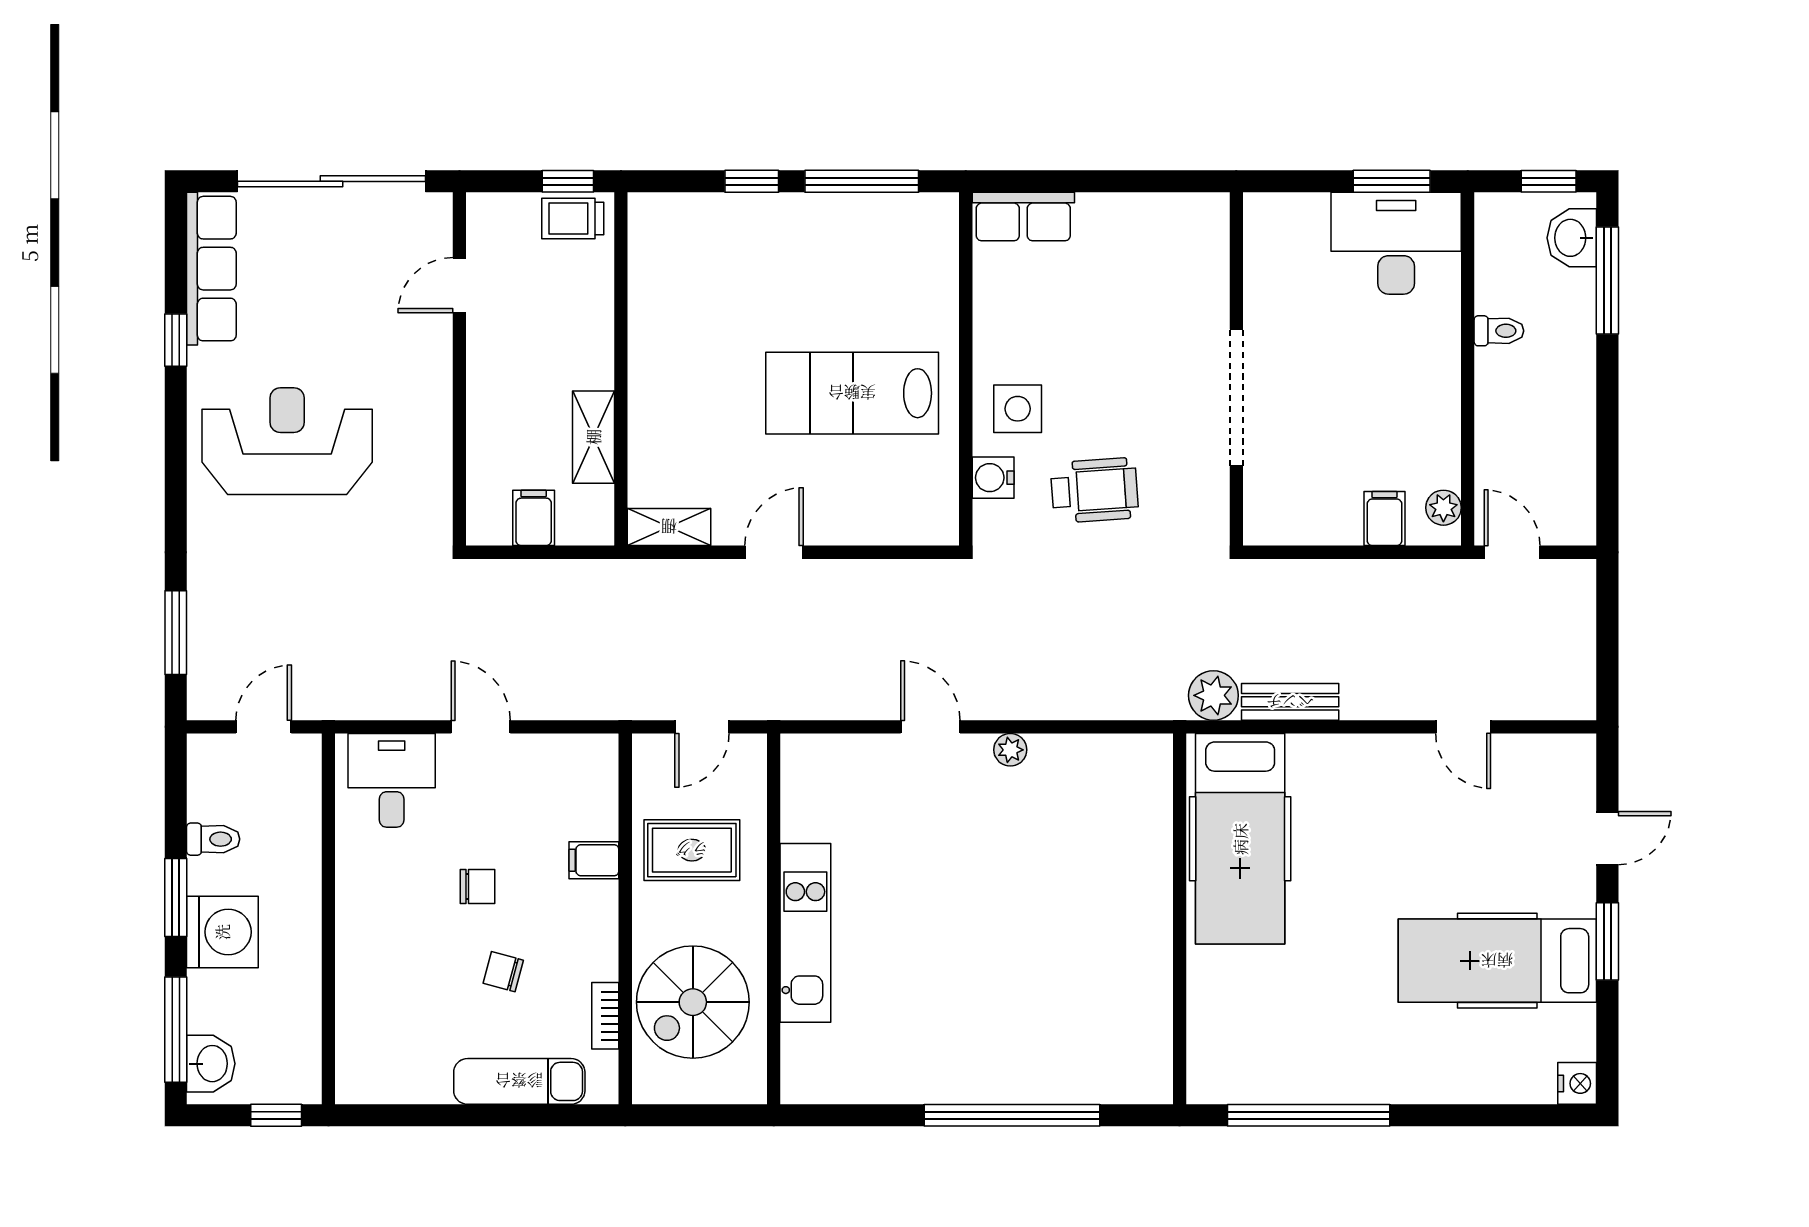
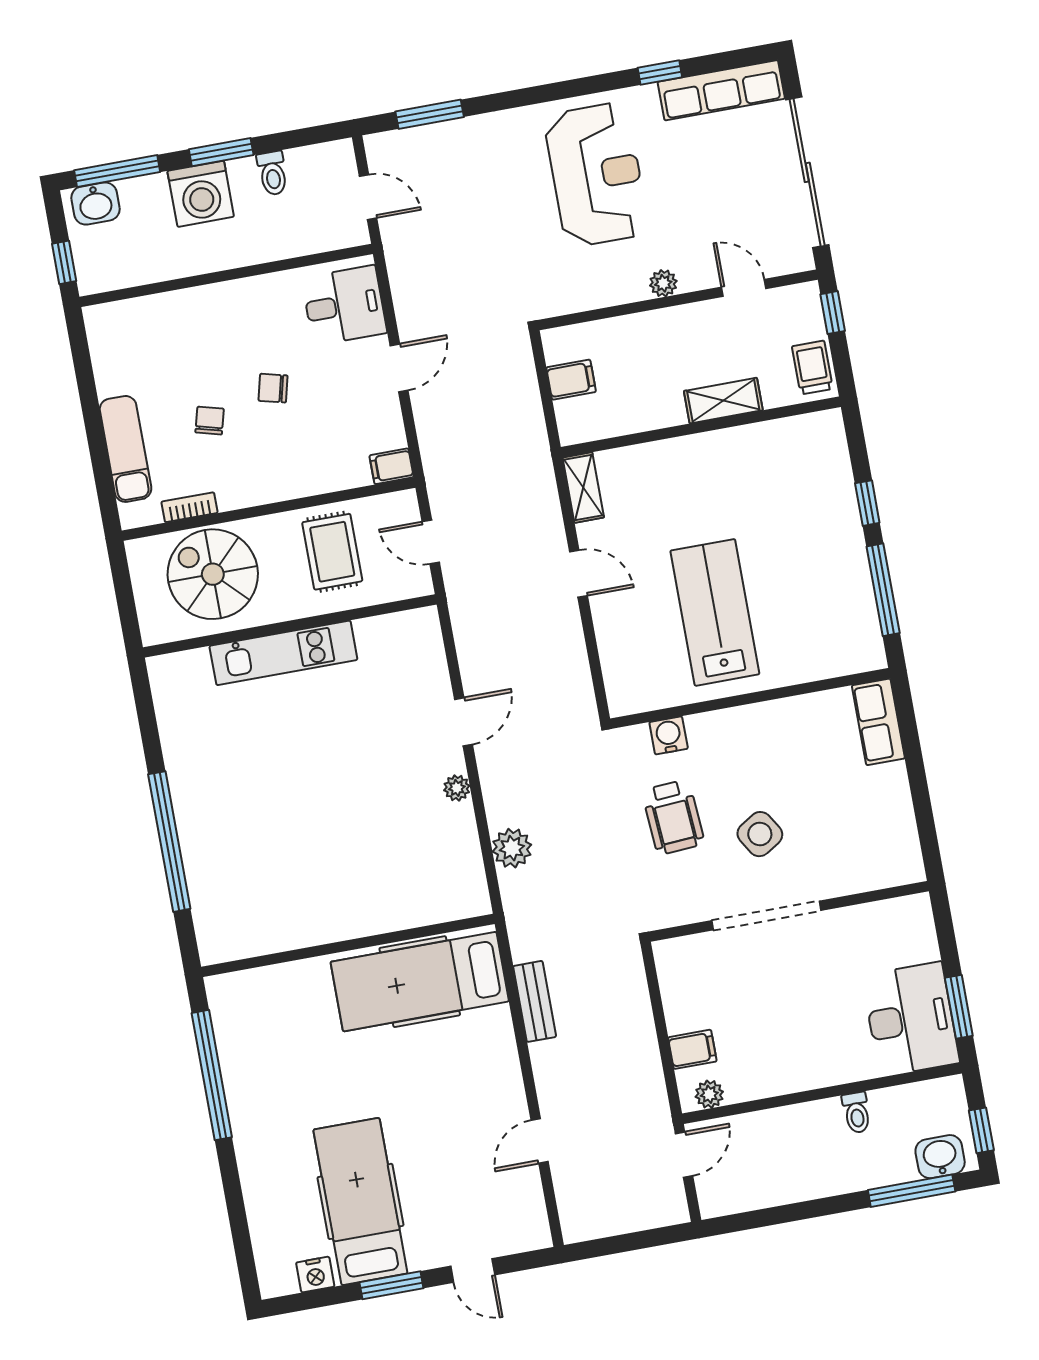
window: (568, 181) -> (833, 313), moved
plant: (436, 383) -> (663, 283), added
side table: (1018, 409) -> (760, 834), moved, turned -32
shelving: (593, 437) -> (723, 401), moved
plant: (1213, 695) -> (512, 848), moved
filing cabinet: (594, 860) -> (392, 466), moved, turned -90
chair: (477, 886) -> (273, 388), turned 104
nightstand: (1577, 1083) -> (315, 1275), moved

